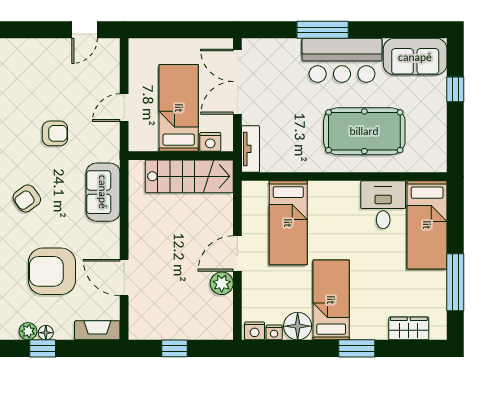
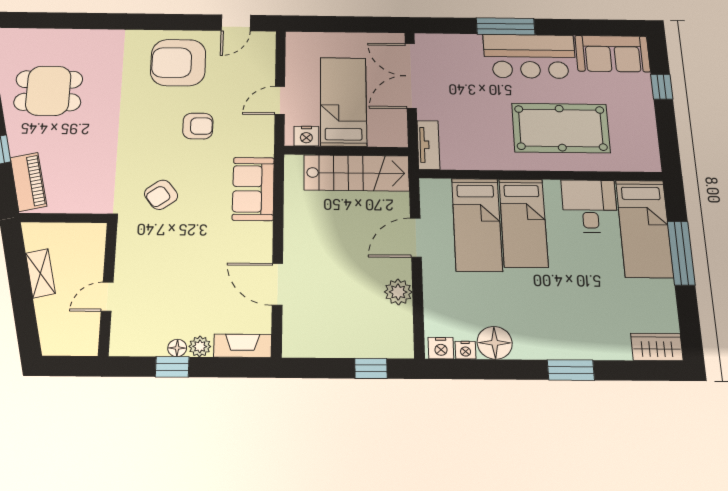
nightstand: (210, 142) -> (306, 136), moved
door: (237, 254) -> (416, 238), moved
armchair: (52, 271) -> (178, 63), moved
window: (455, 282) -> (681, 253), moved
bed: (331, 300) -> (523, 223), moved, turned 180
wardrobe: (409, 328) -> (657, 347), moved
plant: (28, 331) -> (200, 346), moved
window: (175, 348) -> (371, 368), moved

